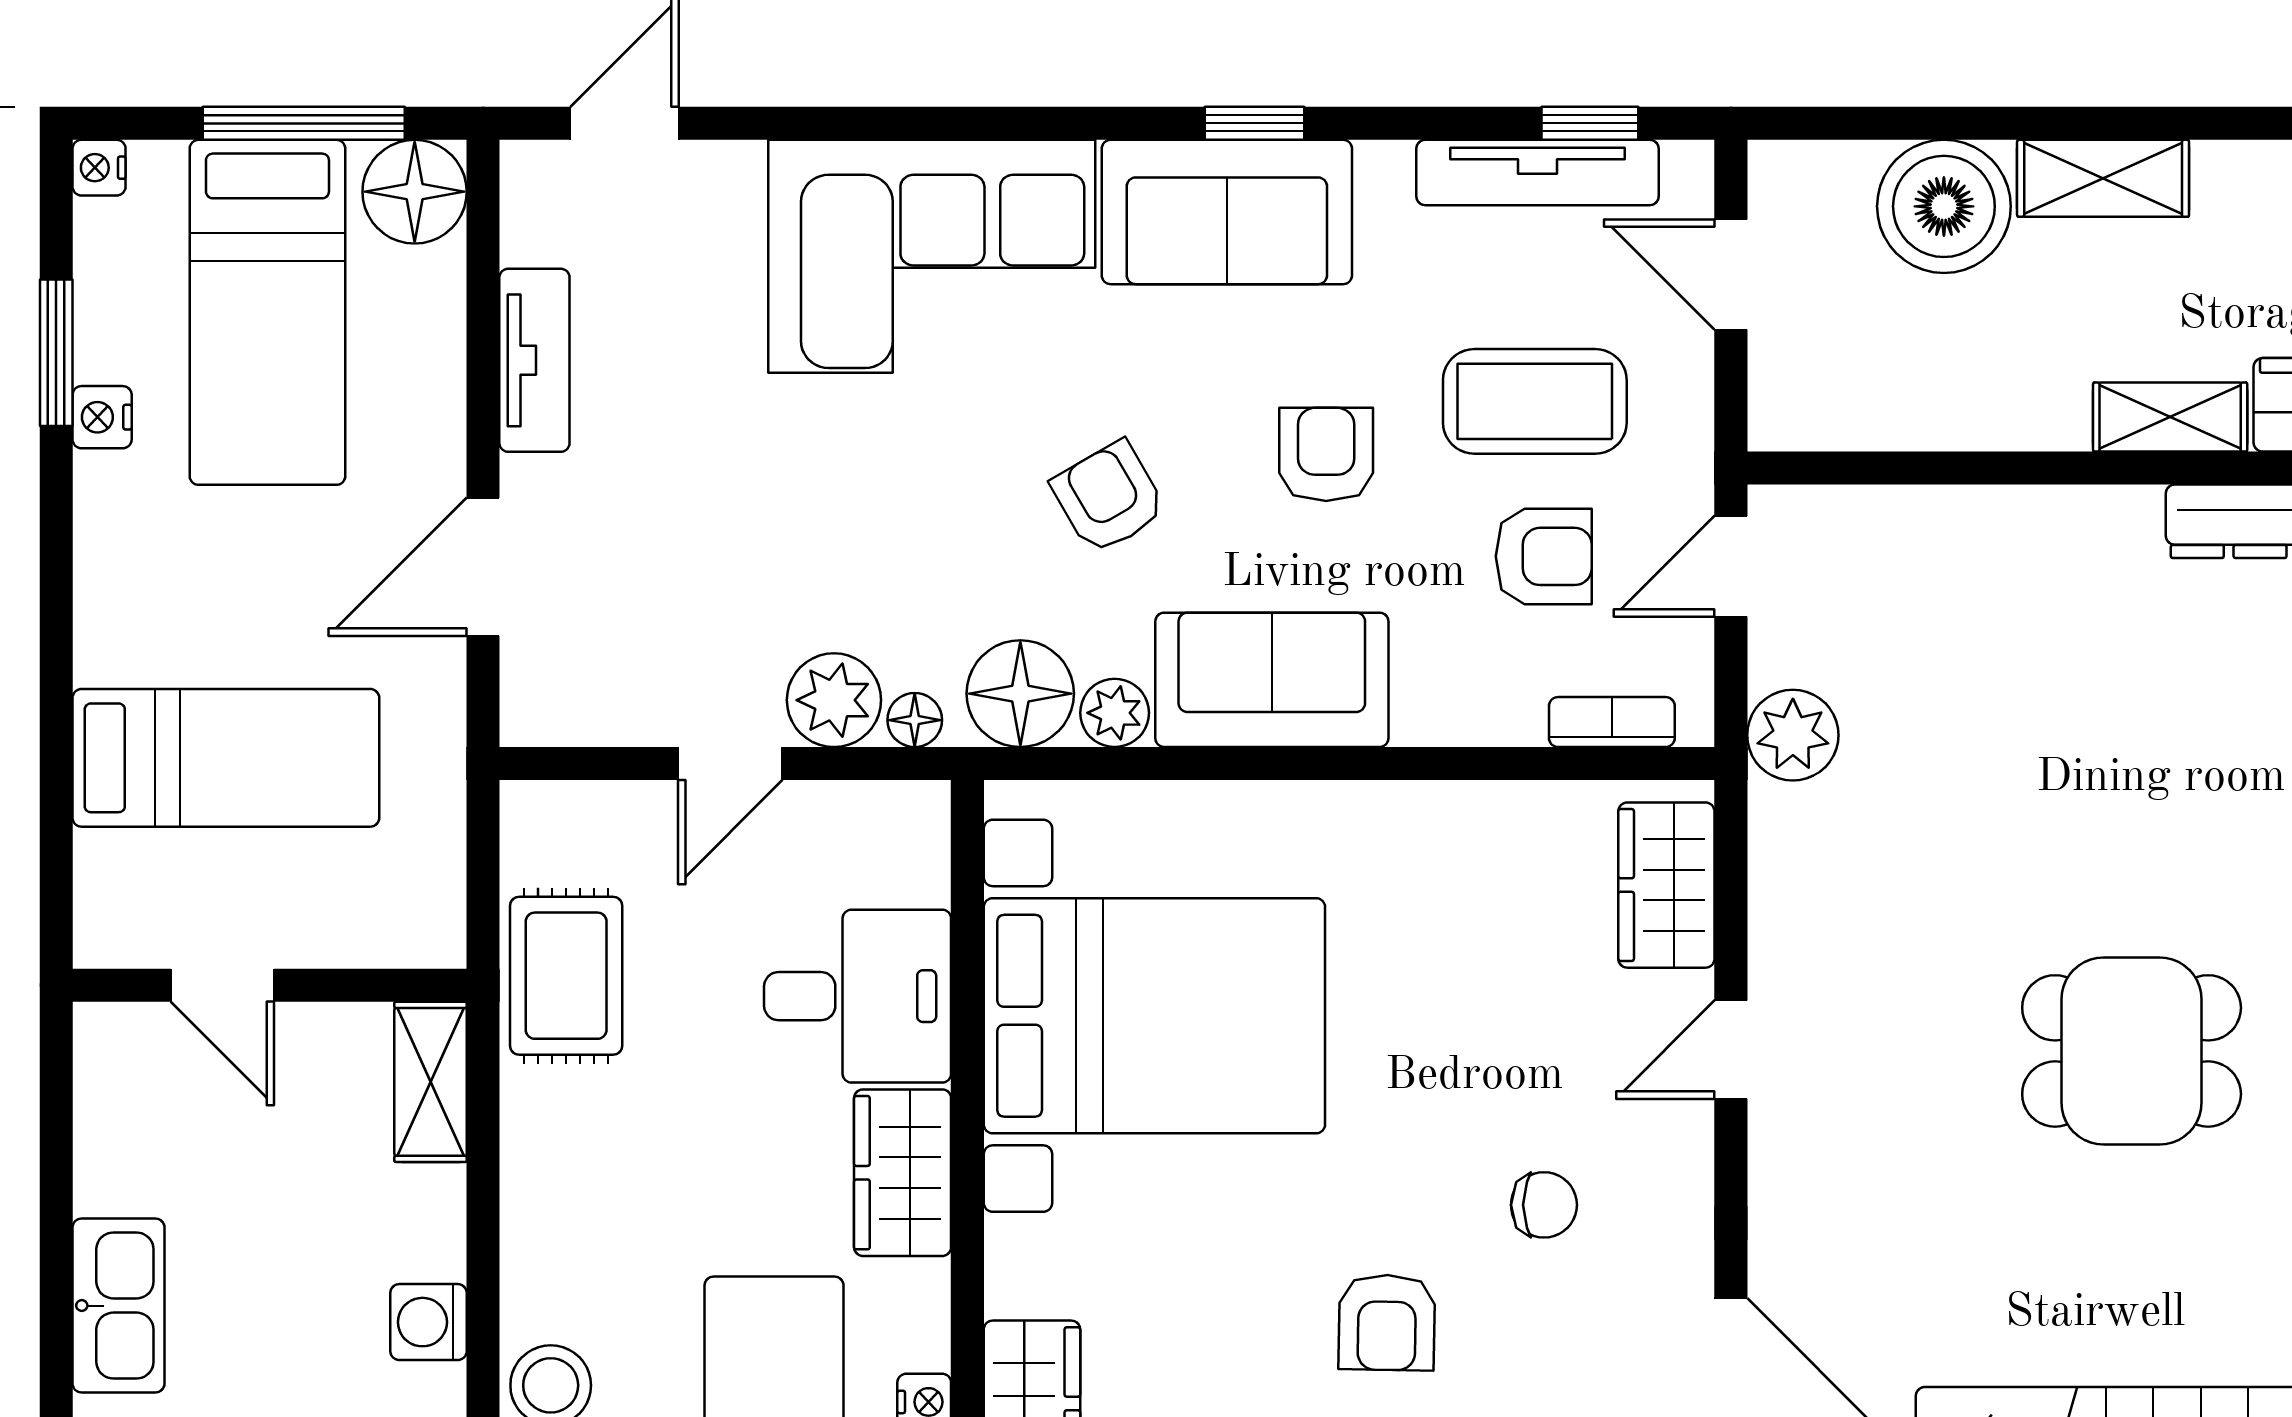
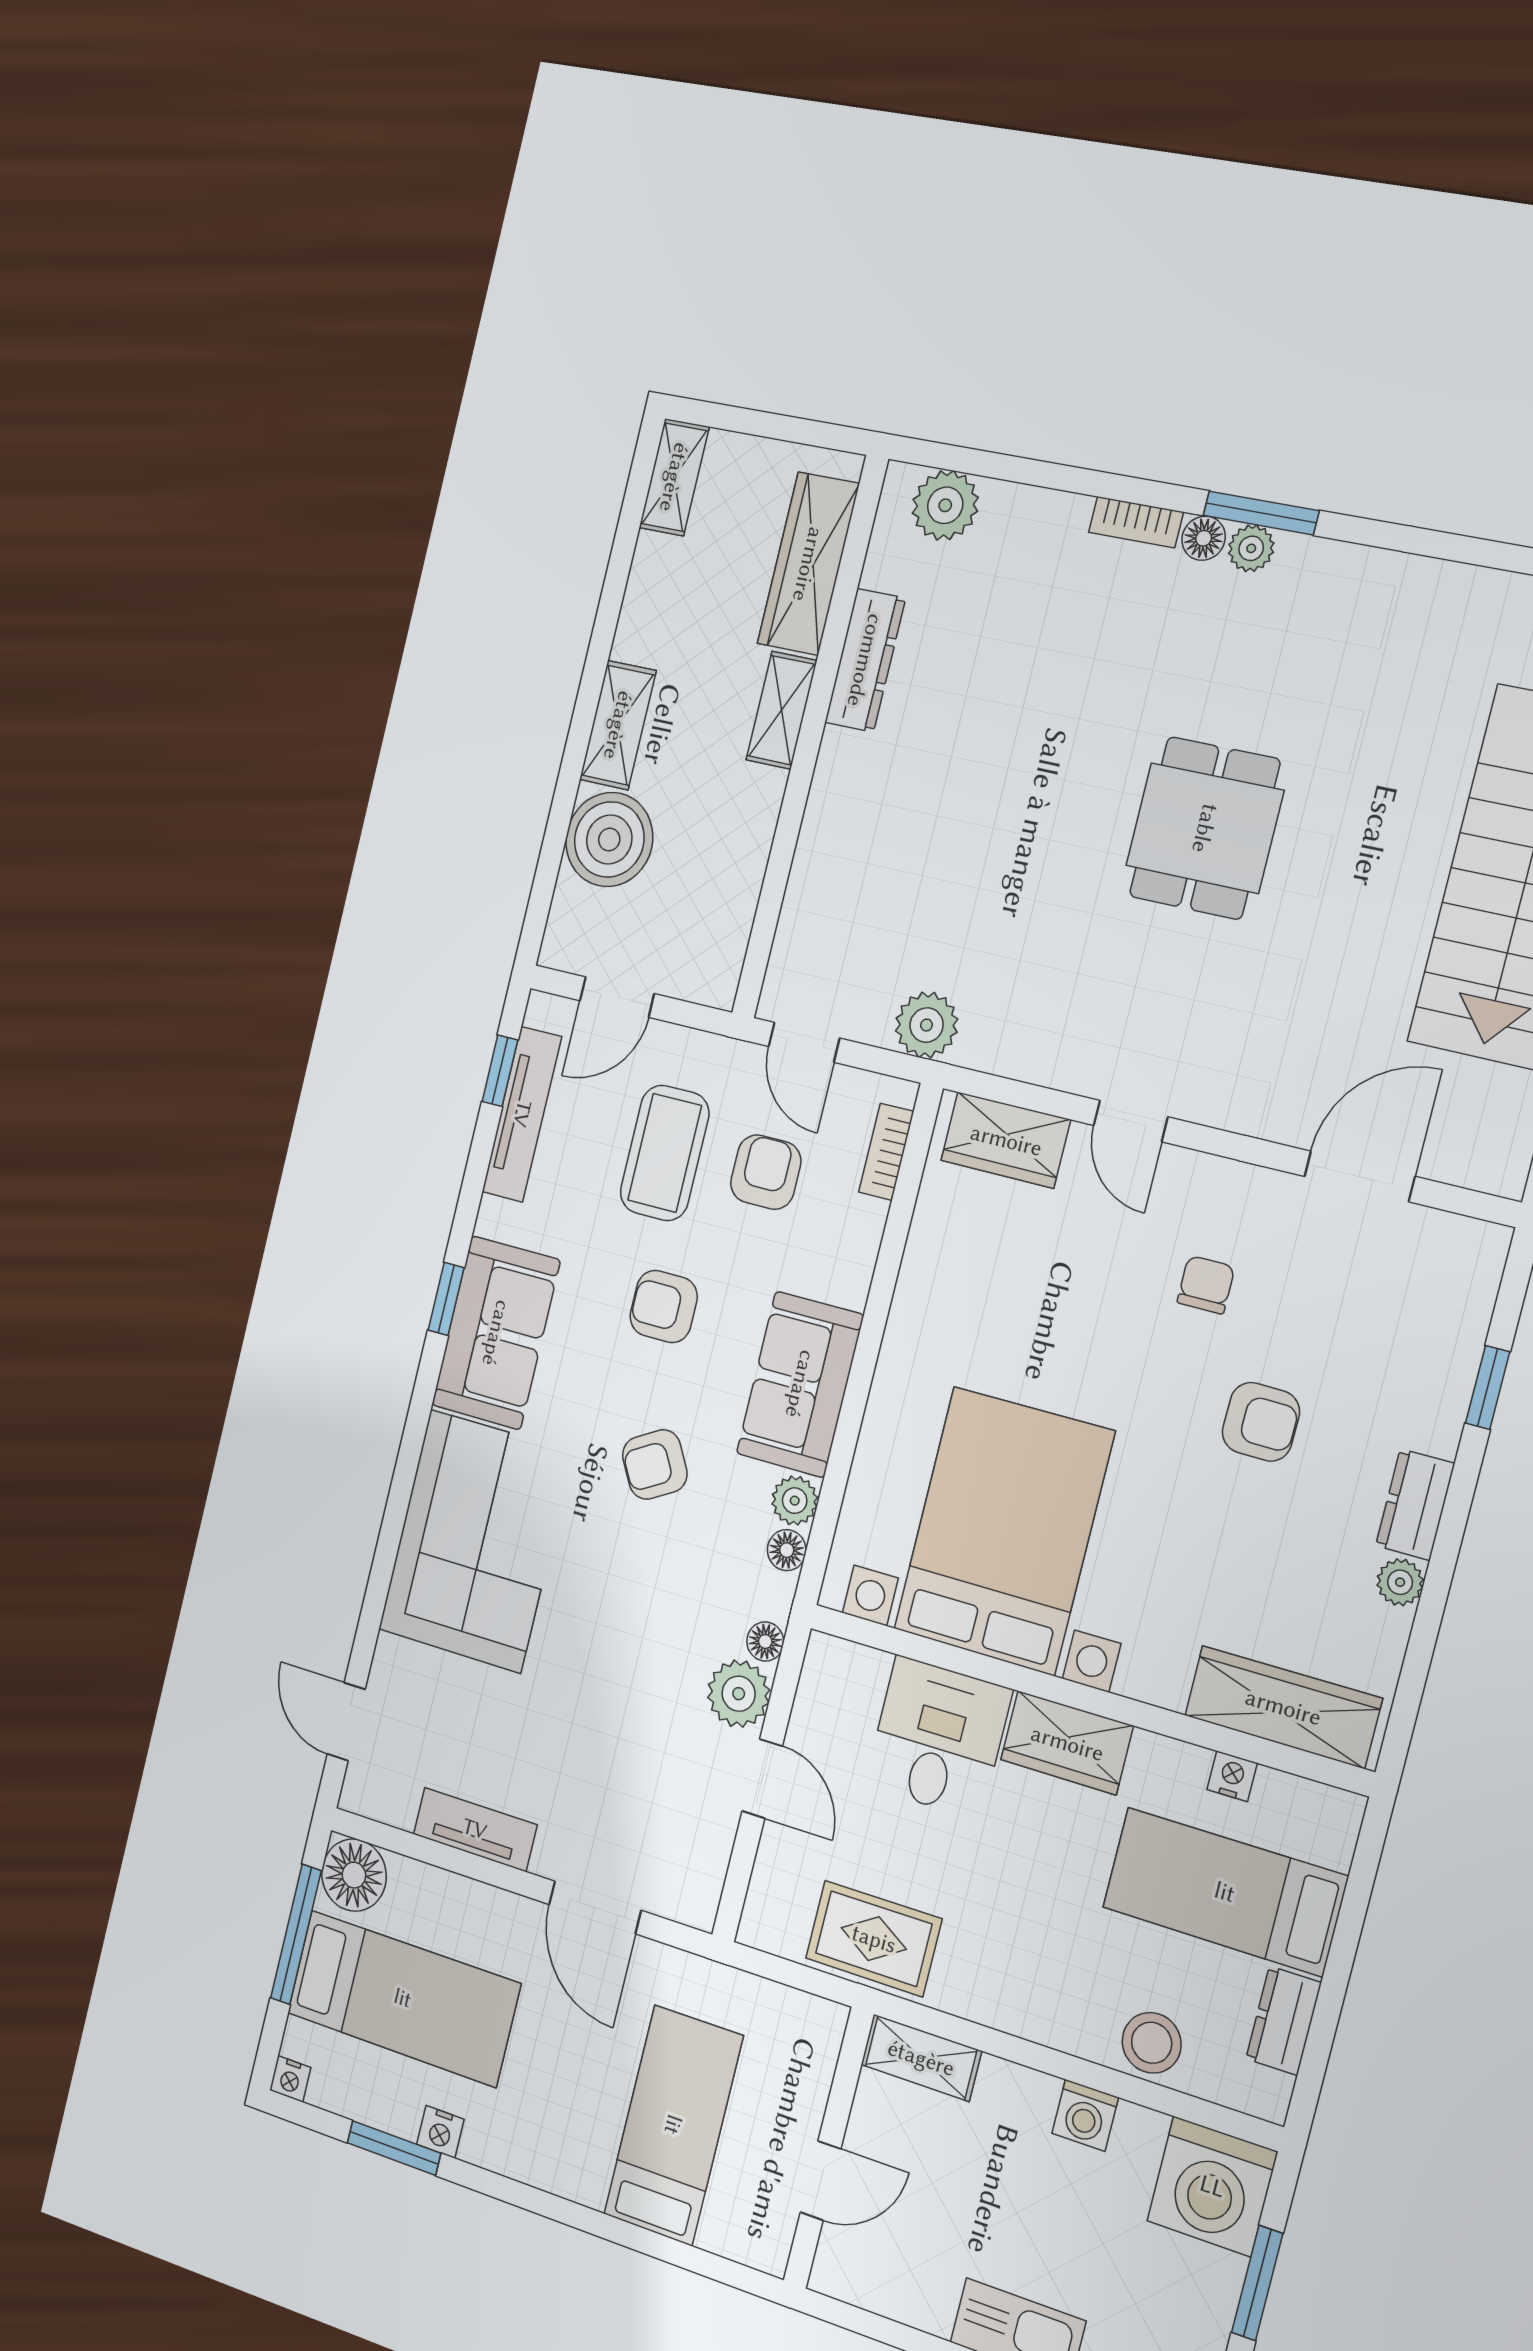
floor lamp: (1020, 694) -> (787, 1550), width x0.53, depth x0.53

